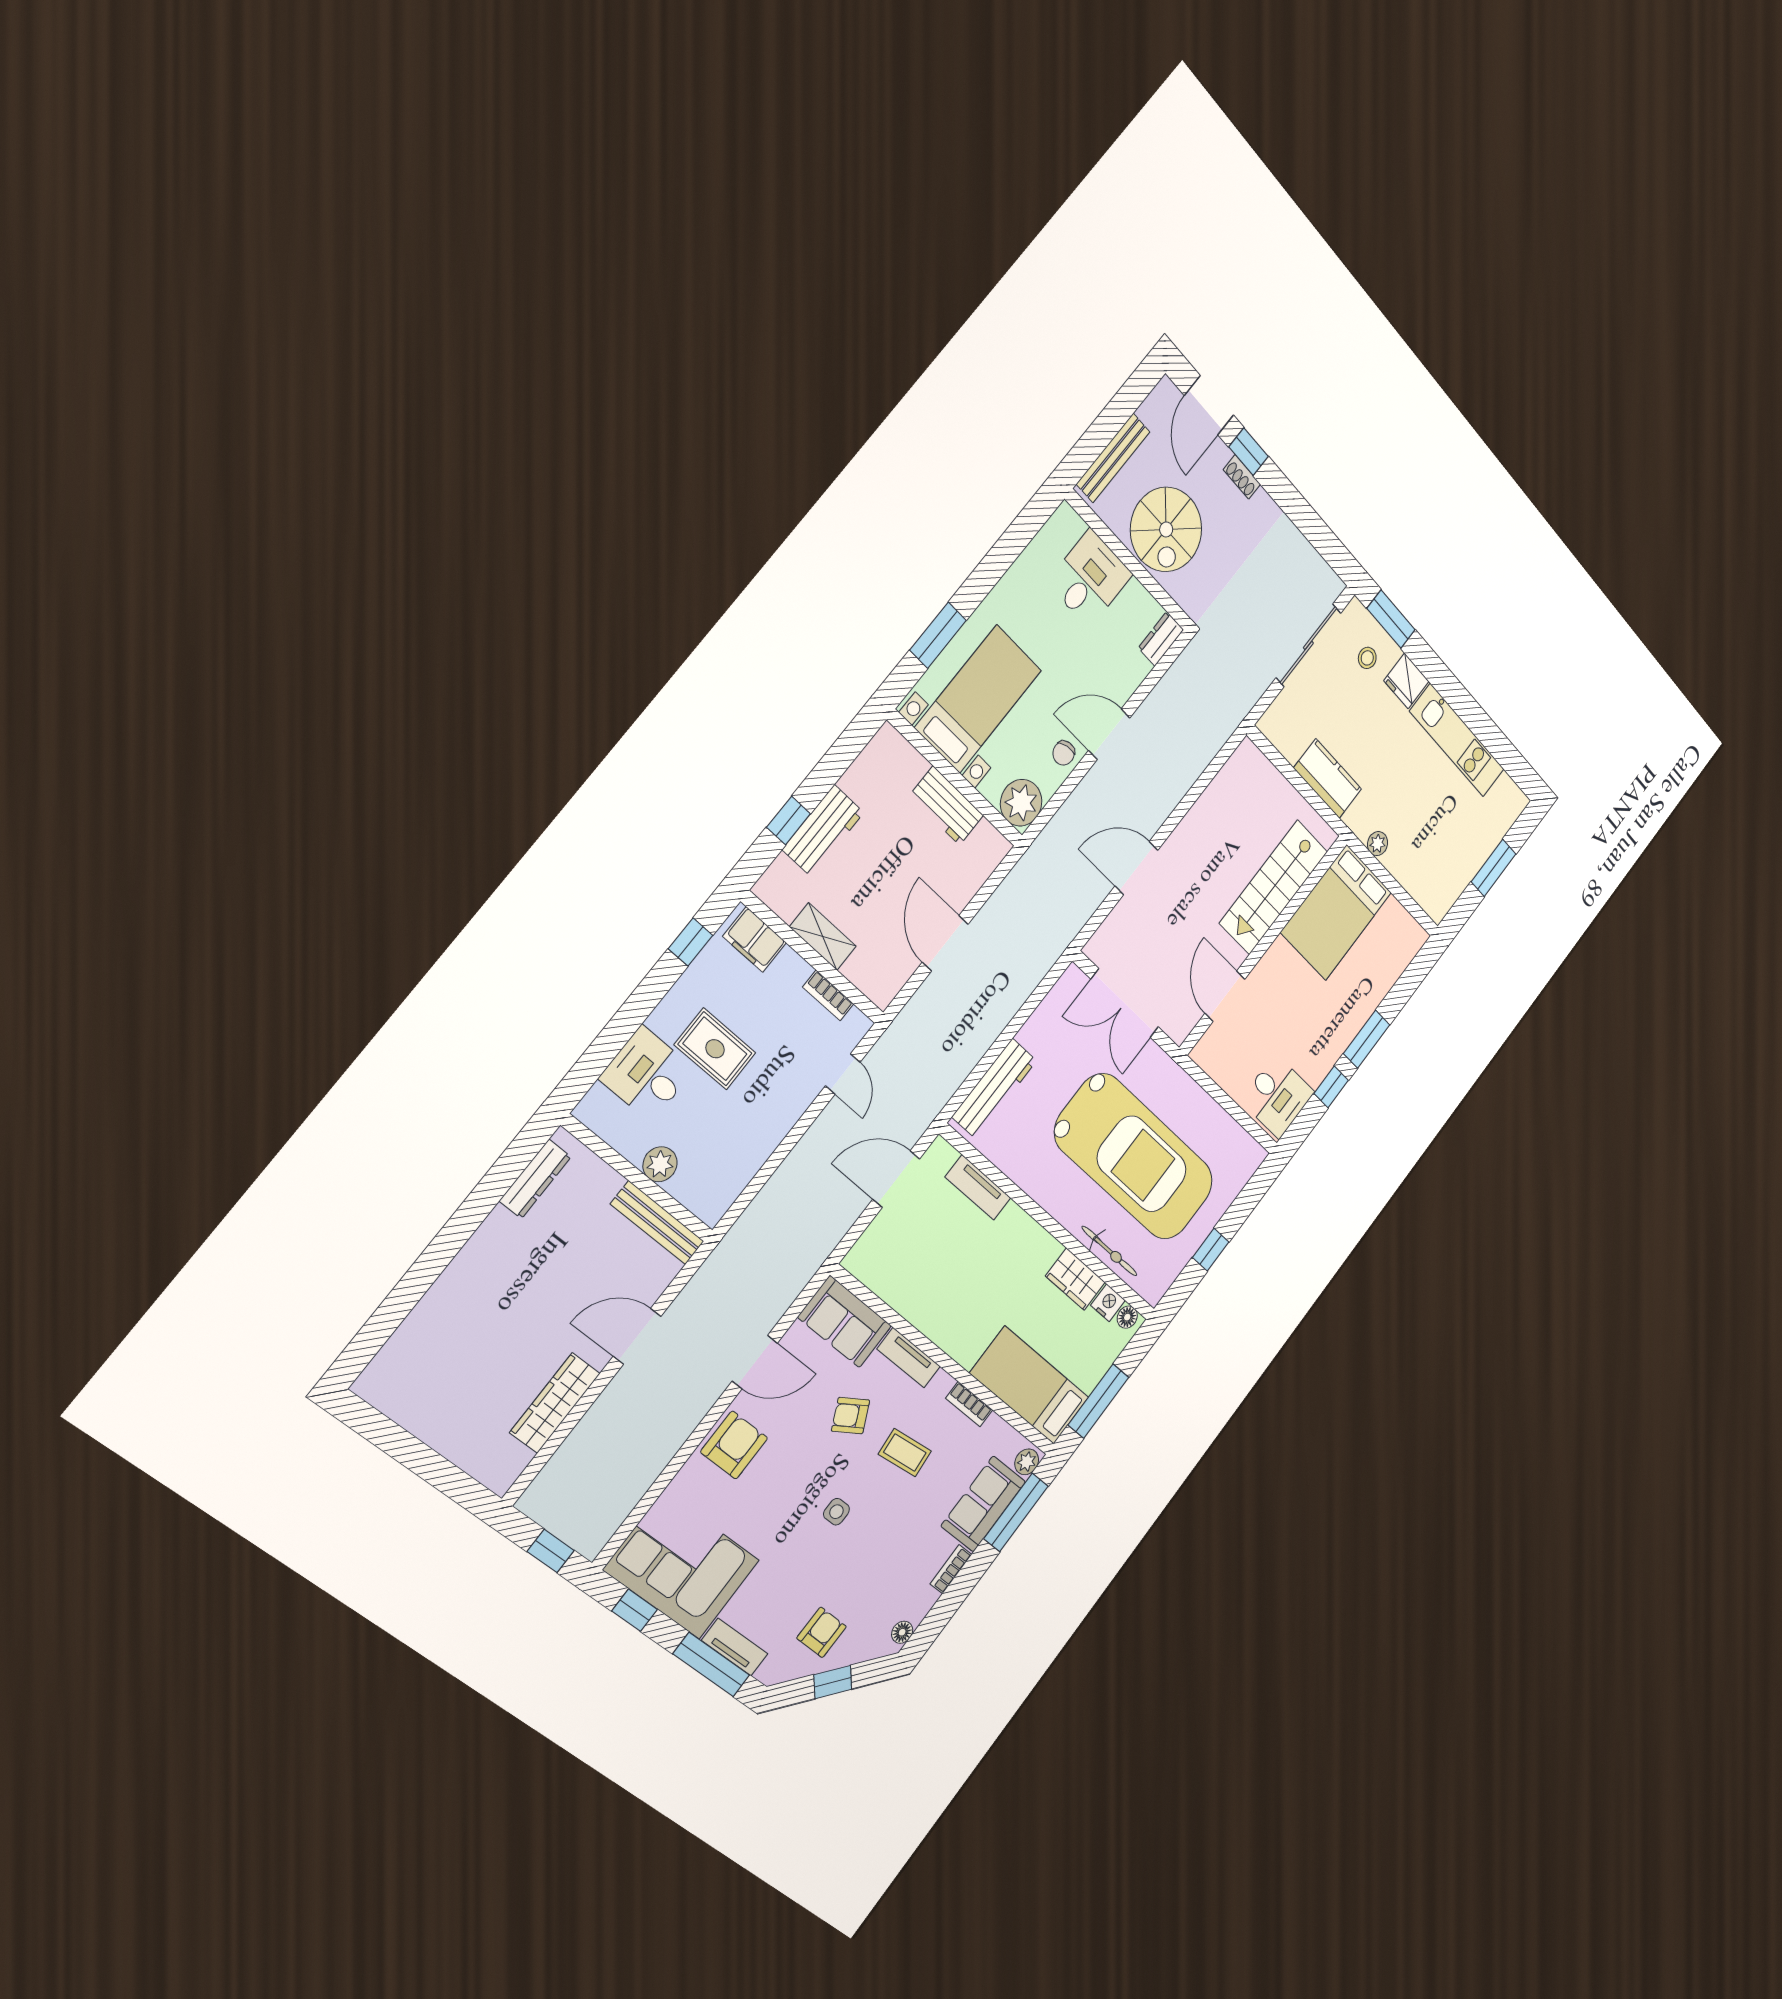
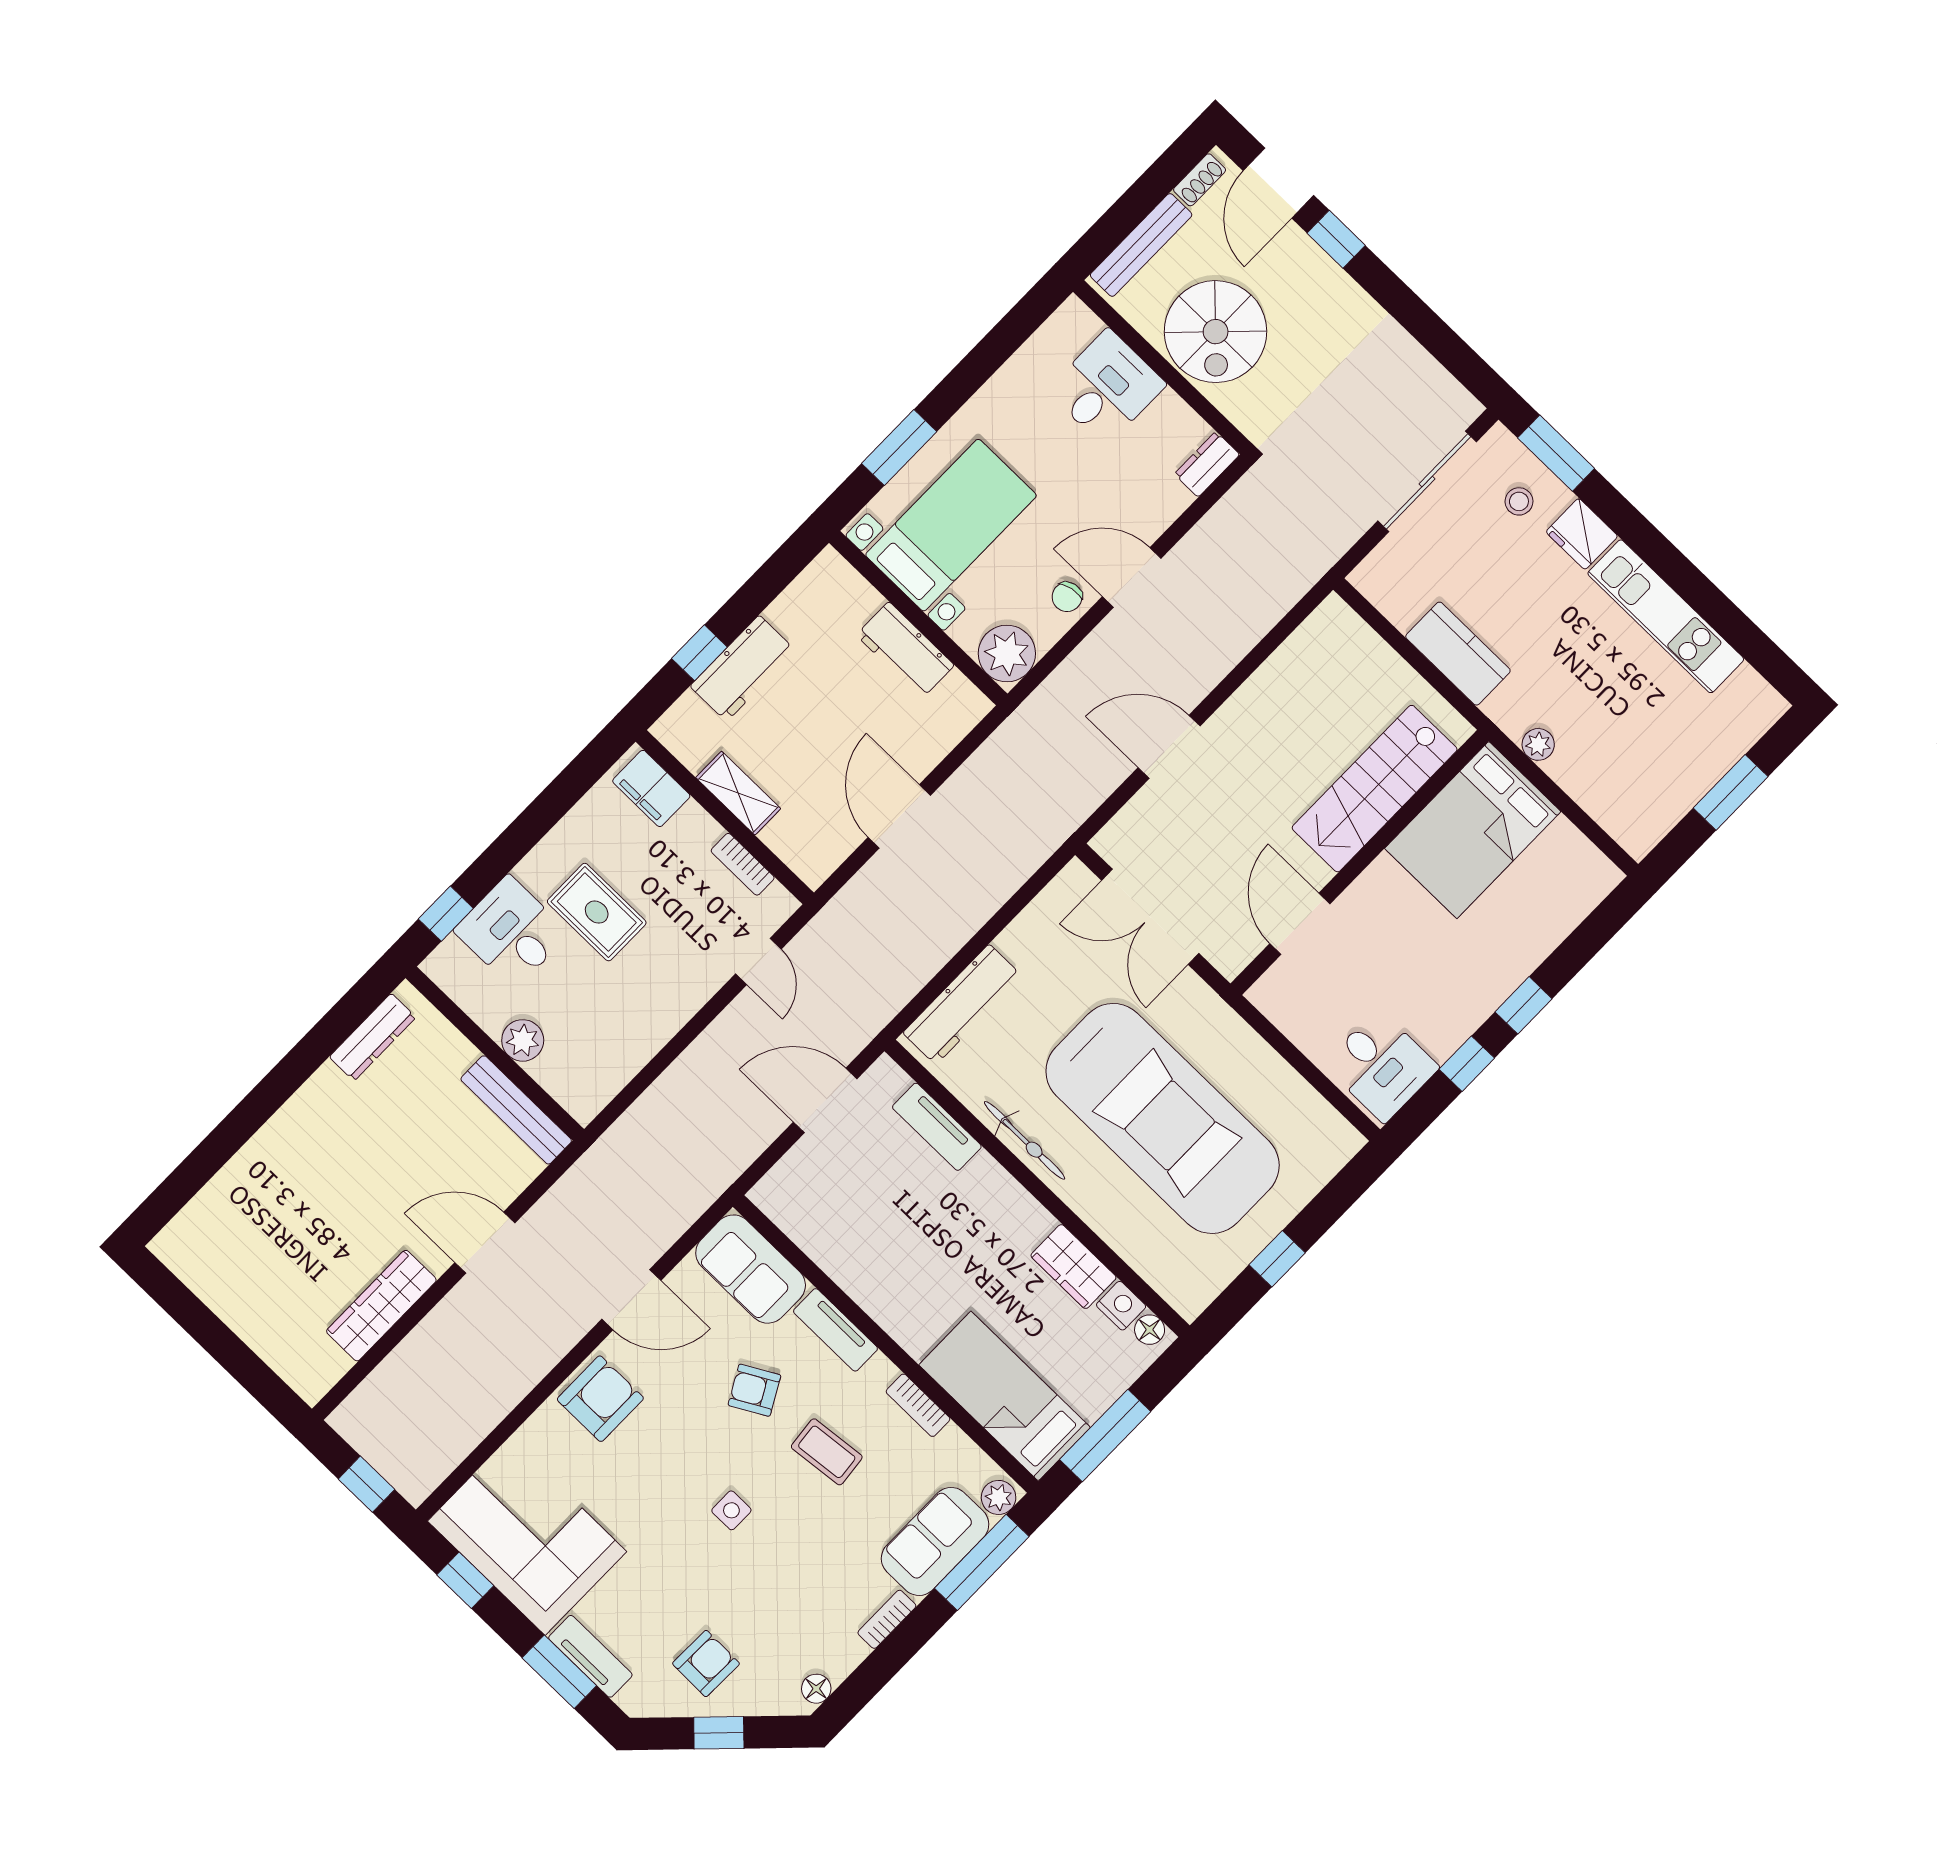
shoe rack: (1242, 477) -> (1200, 180), moved, turned -90
window: (691, 942) -> (446, 914), moved
window: (1367, 1039) -> (1523, 1005), width x0.67
bicycle: (1109, 1251) -> (1025, 1140), moved
window: (711, 1665) -> (559, 1672), width x0.69

